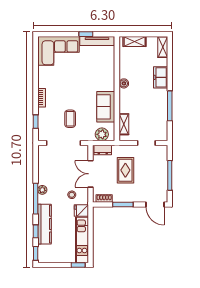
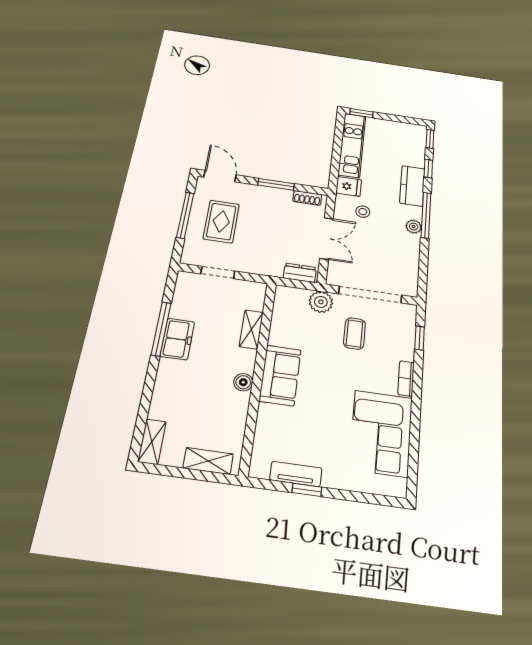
tv unit: (97, 41) -> (296, 474), width x0.71
corner sofa: (59, 51) -> (381, 433), moved, turned -90
freezer: (161, 77) -> (177, 339), moved
sofa: (106, 107) -> (280, 375), moved
shelving: (124, 124) -> (251, 329), moved
plant: (102, 134) -> (321, 302), moved
rug: (125, 170) -> (221, 221), moved
kitchen counter: (44, 224) -> (412, 186), width x0.67

